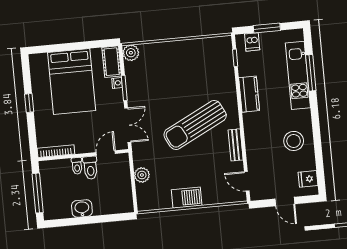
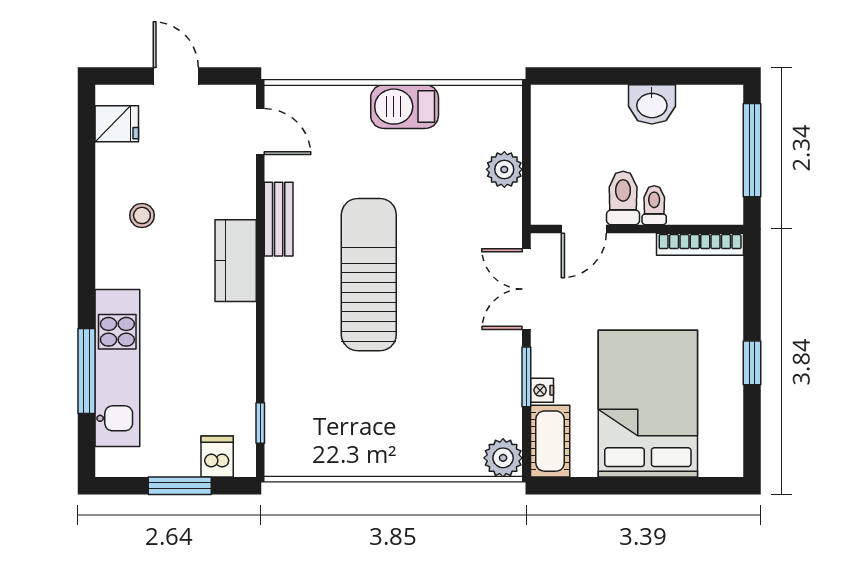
kitchen counter: (249, 94) -> (236, 261), moved
sun lounger: (195, 125) -> (369, 275), turned -63
stool: (294, 141) -> (142, 215), width x0.53, depth x0.53

